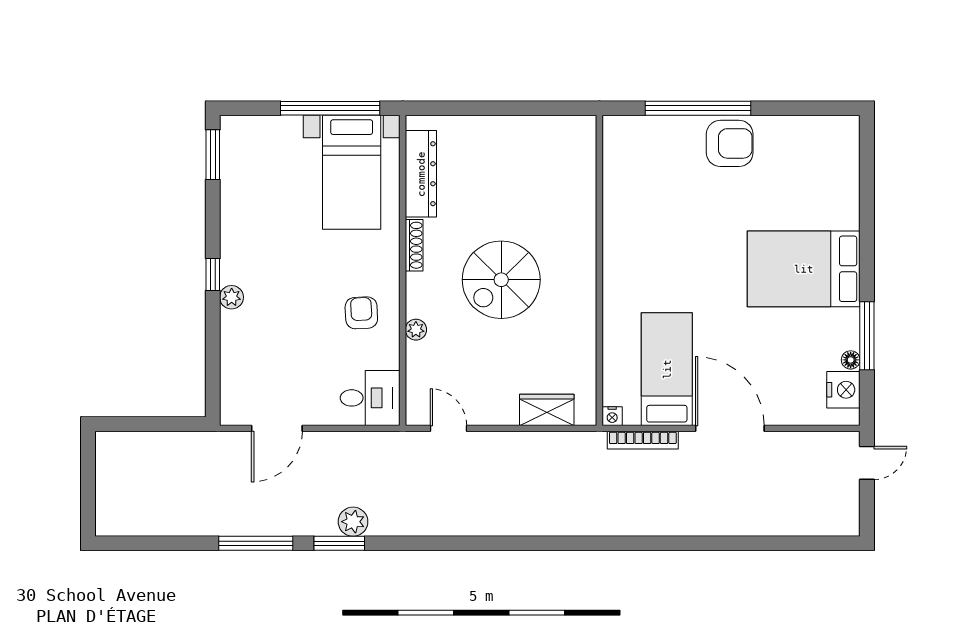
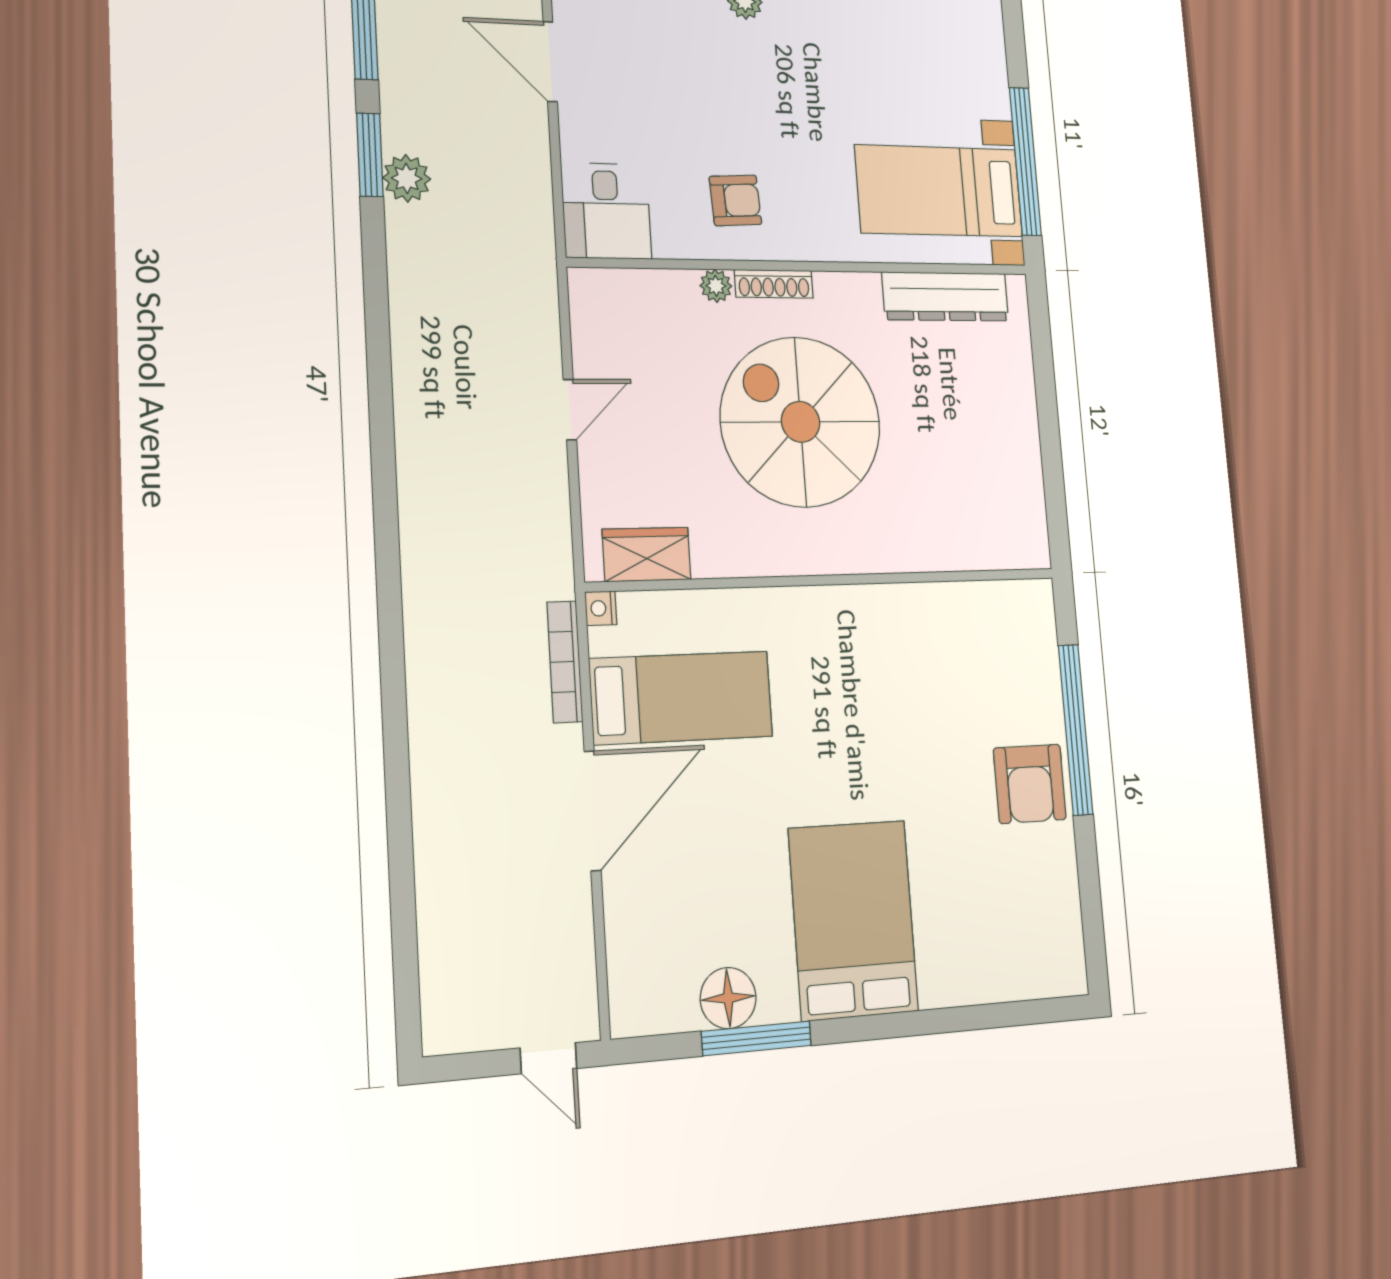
shoe rack: (414, 245) -> (774, 284), moved
spiral stairs: (501, 280) -> (801, 422), width x1.37, depth x1.37
floor lamp: (851, 360) -> (728, 998), width x1.89, depth x1.89
nightstand: (843, 390) -> (667, 1005), removed
wardrobe: (547, 410) -> (647, 554), moved, turned -90
door: (448, 428) -> (570, 410), moved

